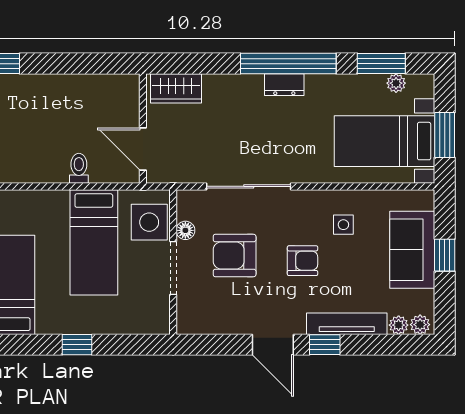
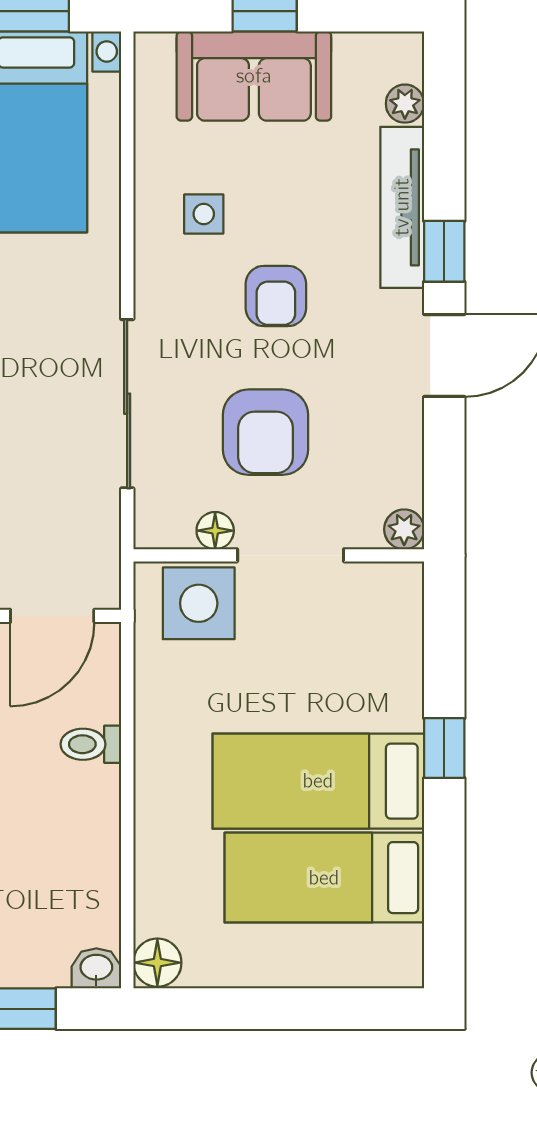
bed: (94, 242) -> (318, 781), moved, turned 180
armchair: (303, 261) -> (276, 296), turned 180
plant: (420, 325) -> (404, 529), moved

